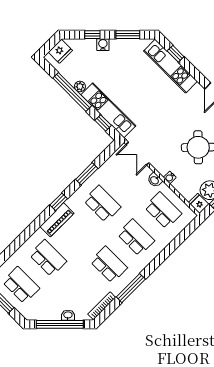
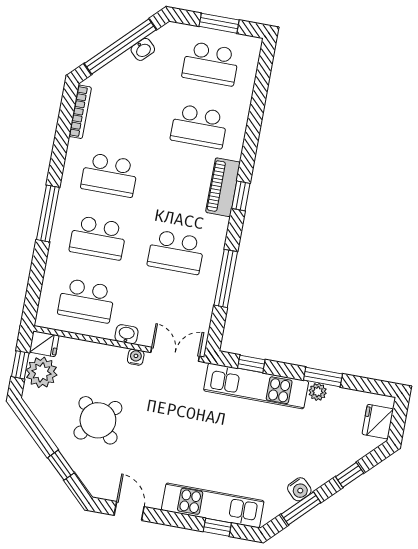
water cooler: (103, 45) -> (299, 489), moved
window: (72, 92) -> (323, 377), width x0.47
window: (87, 174) -> (226, 278), width x1.44
water cooler: (170, 177) -> (136, 357), moved
window: (59, 202) -> (241, 196), moved
window: (131, 288) -> (48, 214), moved
washbasin: (68, 315) -> (143, 49), moved

